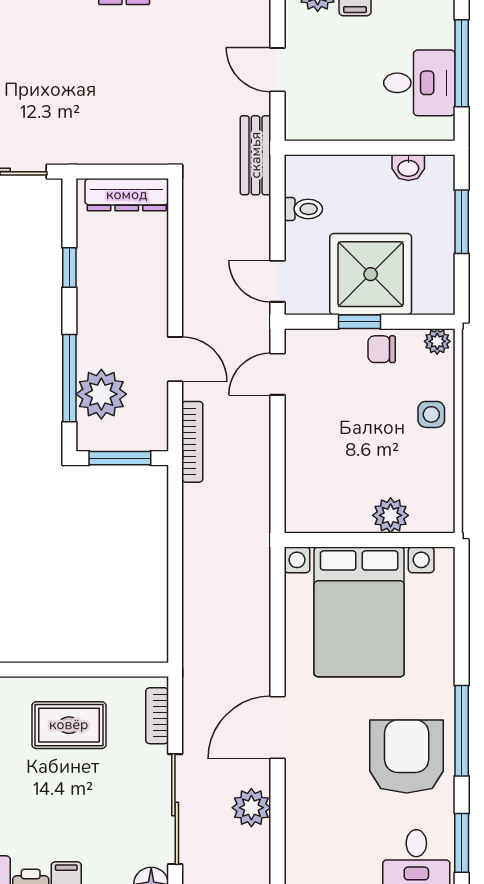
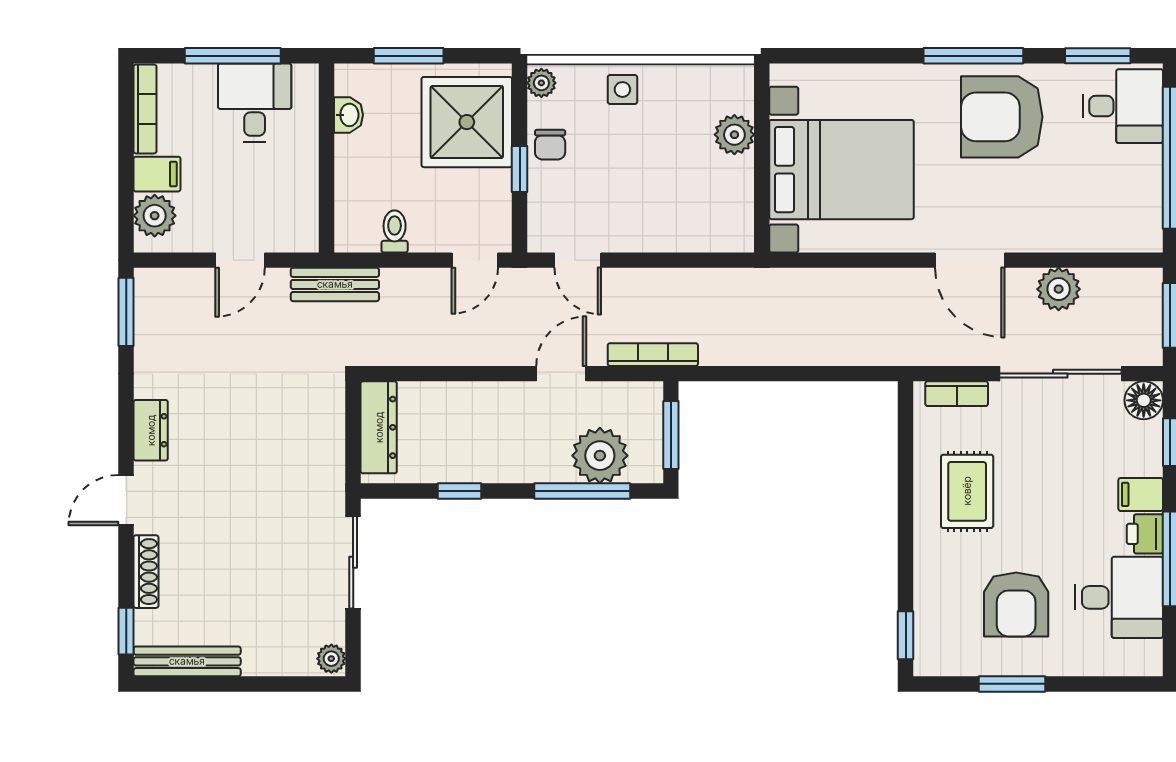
shower: (371, 274) -> (467, 122), moved

